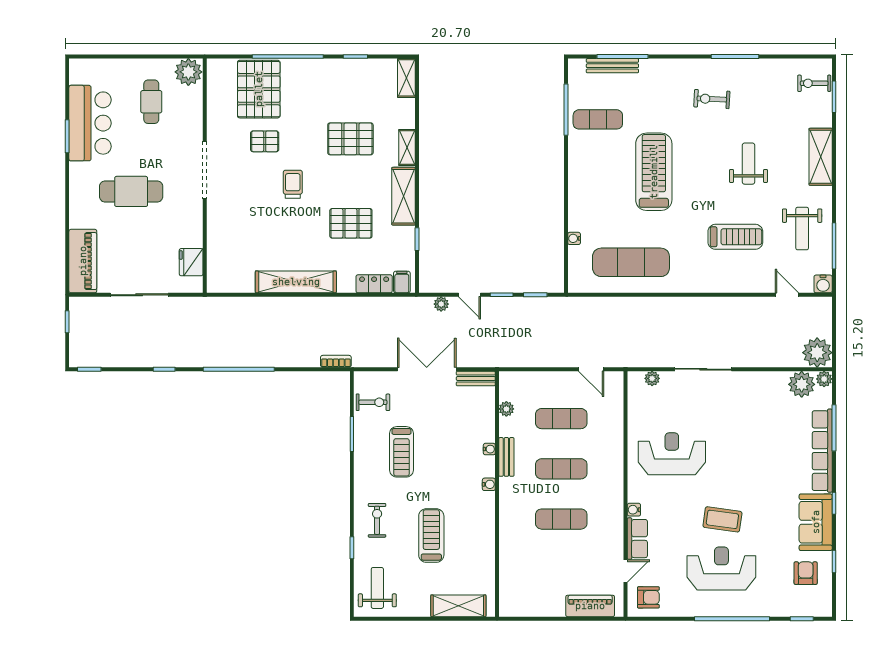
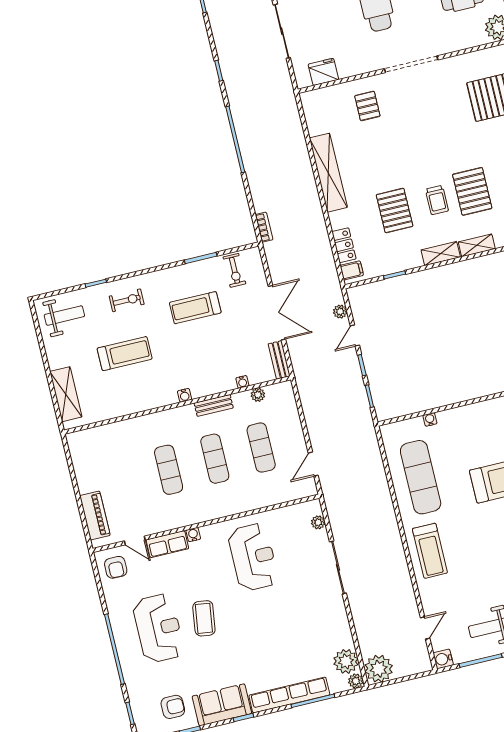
pallet: (265, 141) -> (367, 106), moved
trolley: (293, 184) -> (437, 200), moved, turned 90
shelving: (404, 196) -> (441, 254), width x0.67, depth x0.75
treadmill: (735, 237) -> (430, 551), moved
water cooler: (489, 449) -> (242, 382), moved

